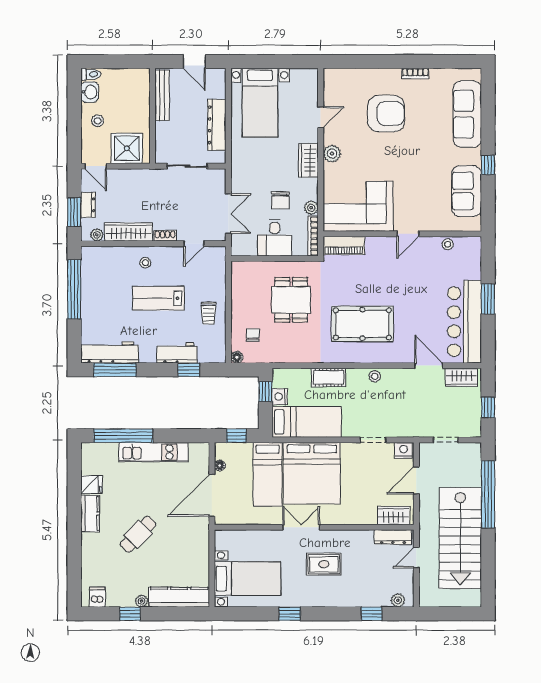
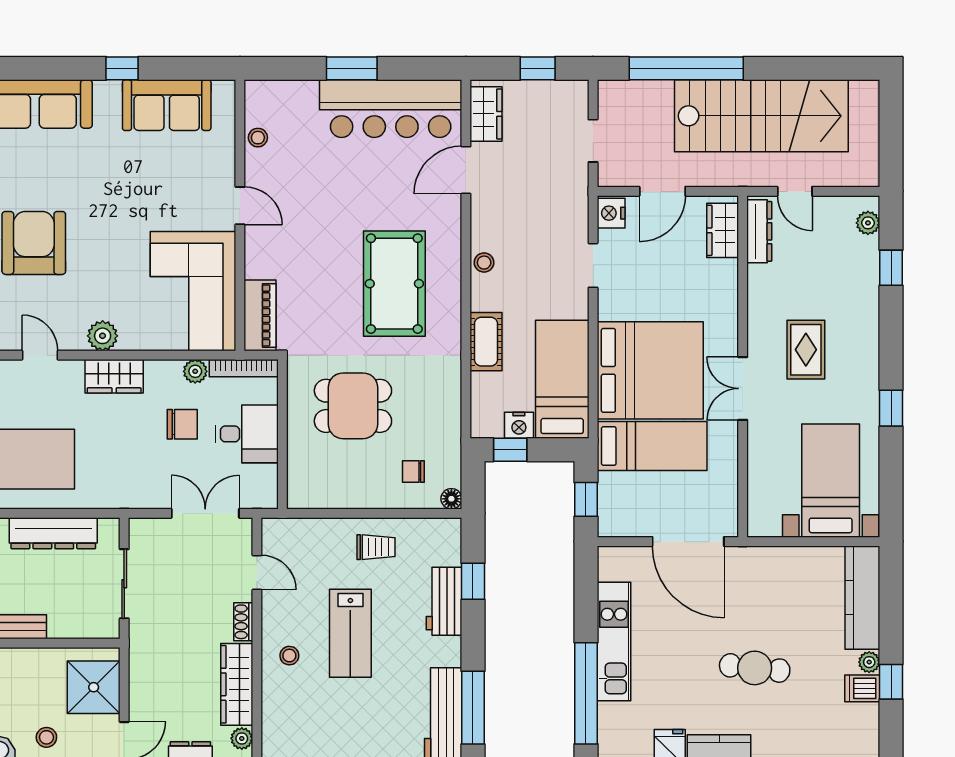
floor lamp: (220, 466) -> (637, 528), removed
door: (416, 480) -> (662, 191), hinge flipped
cafe table: (138, 534) -> (755, 668), turned -38
dishwasher: (97, 597) -> (862, 688), moved

